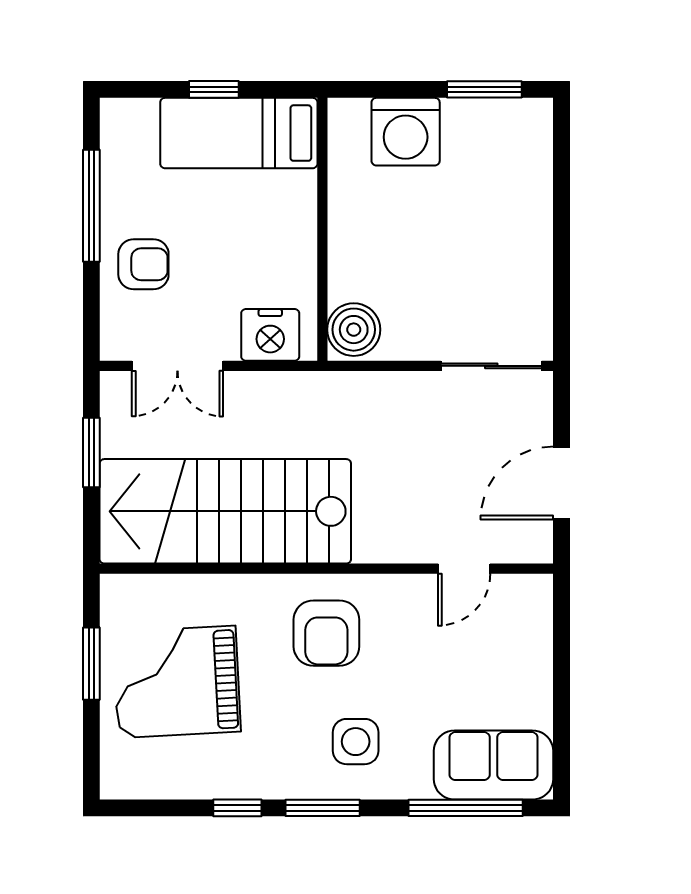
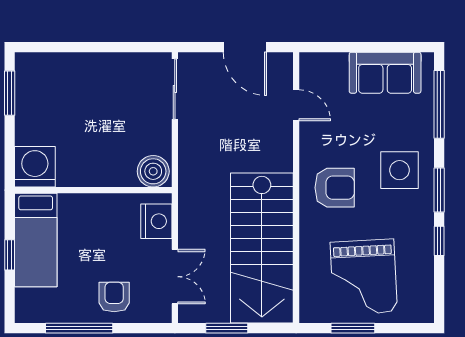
washing machine: (406, 132) -> (35, 167), moved, turned -90
side table: (356, 742) -> (400, 170), width x1.37, depth x1.37
sofa: (493, 765) -> (385, 73), moved, turned -90

